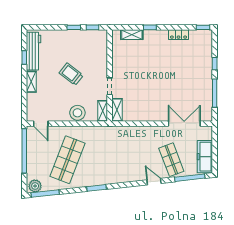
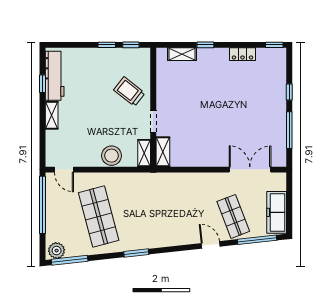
trolley: (71, 74) -> (129, 91), moved
shop shelf: (68, 160) -> (99, 216), turned -36

